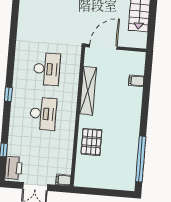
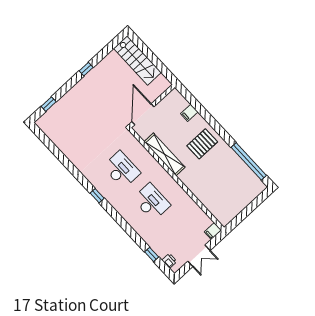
window: (8, 94) -> (97, 196), moved
pallet: (91, 142) -> (202, 144), moved, turned 90
printer: (14, 168) -> (169, 261), width x0.53, depth x0.68

